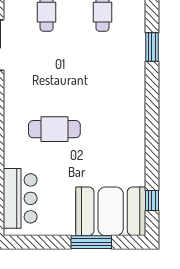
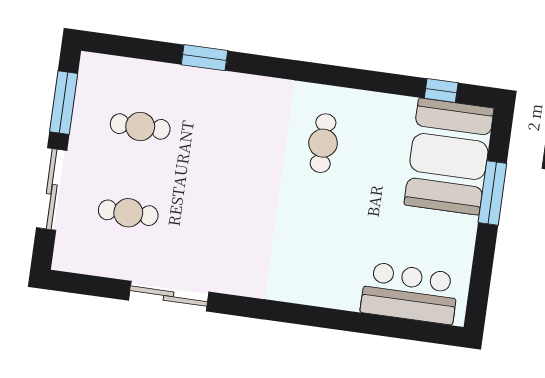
cafe table: (54, 129) -> (323, 143), moved, width x0.73, depth x0.74

